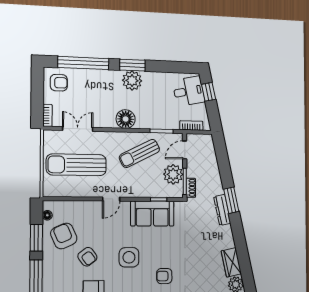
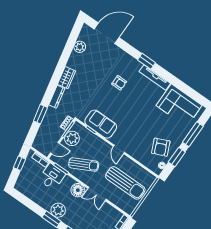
desk: (189, 91) -> (52, 177), moved, turned 102
window: (209, 92) -> (20, 163), moved
double door: (78, 129) -> (97, 194), moved
door: (111, 199) -> (119, 149), swing flipped
window: (231, 200) -> (40, 114), moved
armchair: (87, 257) -> (156, 126), removed
side table: (129, 257) -> (132, 108), removed
wardrobe: (231, 262) -> (67, 78), moved

